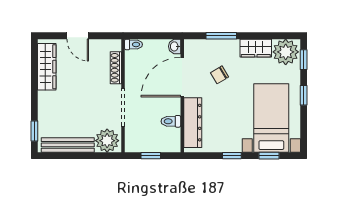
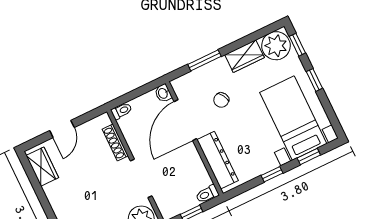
door: (78, 36) -> (62, 129), hinge flipped
wardrobe: (47, 67) -> (42, 167), width x0.67
toilet: (171, 121) -> (207, 194), moved

